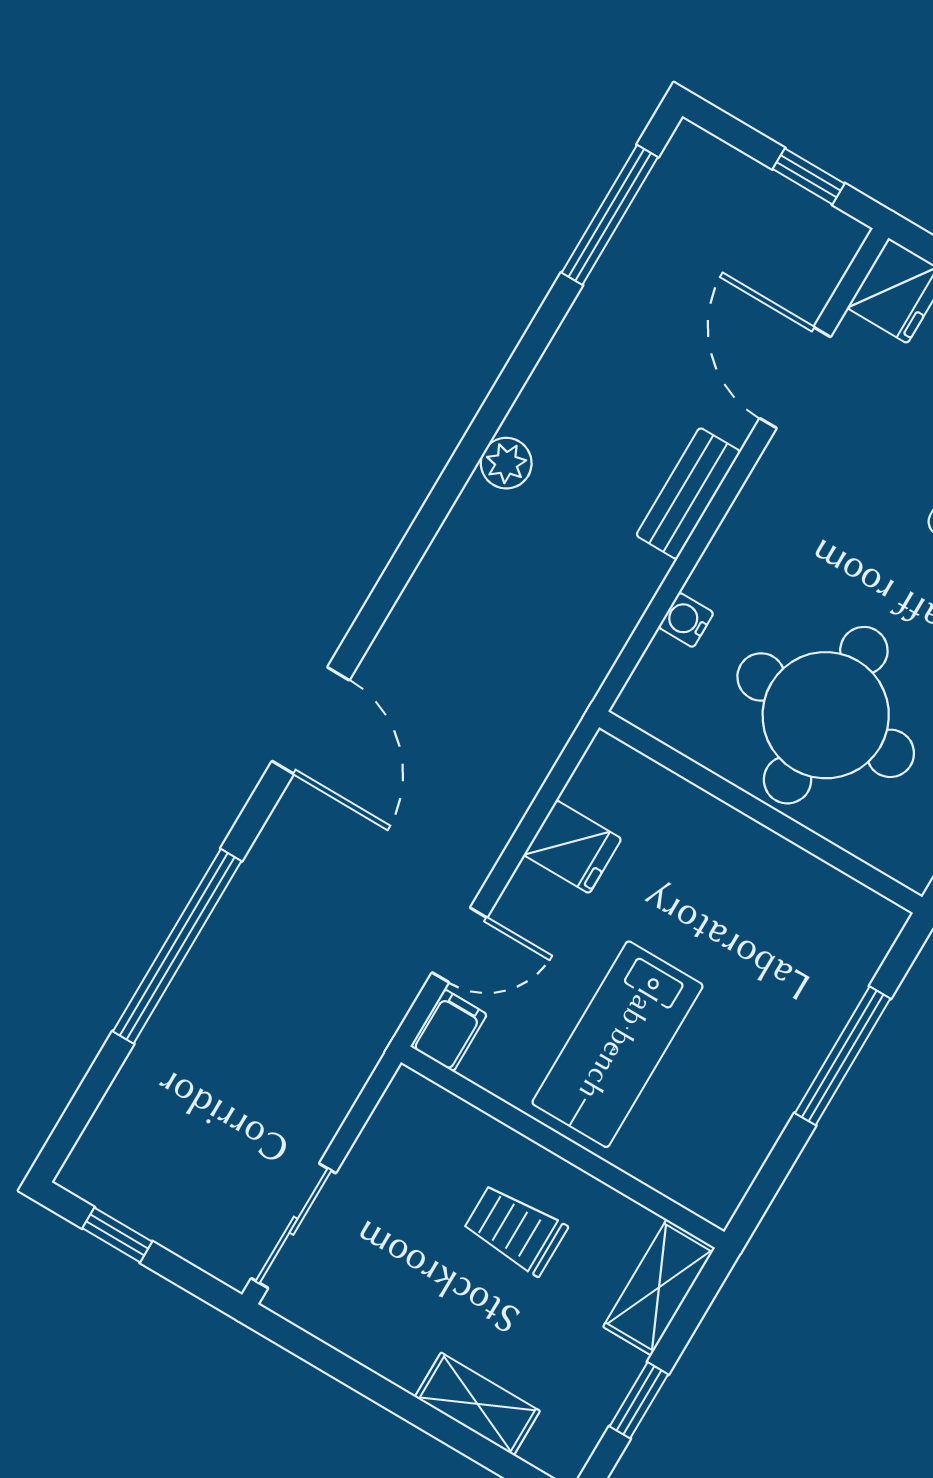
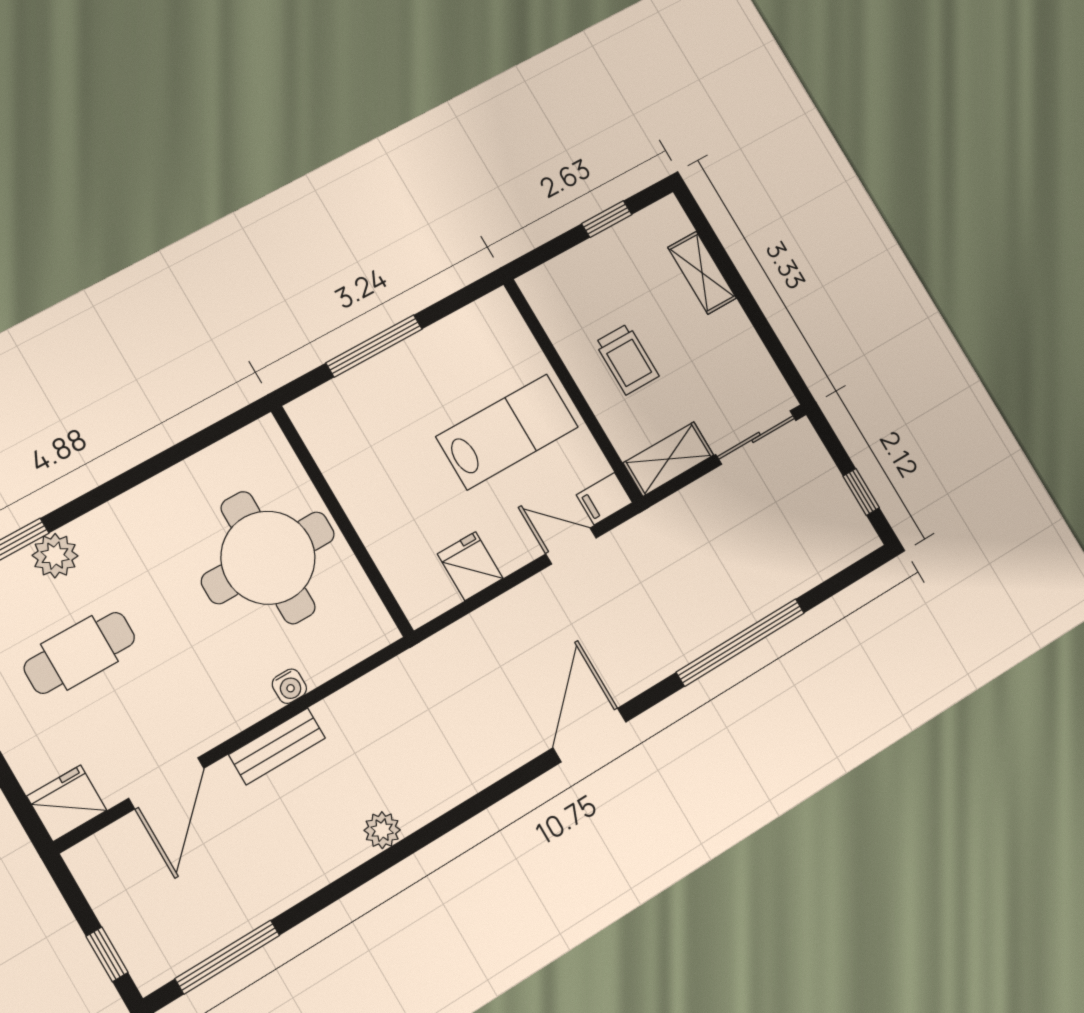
window: (809, 176) -> (107, 954), moved
water cooler: (686, 620) -> (289, 686), moved
shelving: (659, 1287) -> (668, 459), moved

